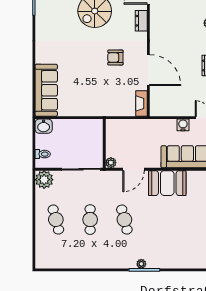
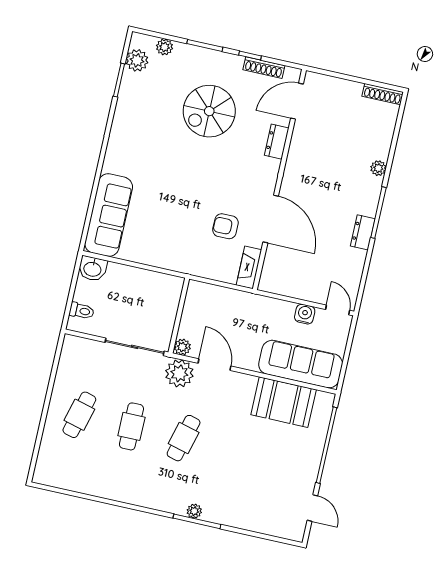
armchair: (115, 57) -> (225, 226), moved
door: (134, 169) -> (214, 365), swing flipped
plant: (44, 180) -> (179, 373), moved
booth: (167, 183) -> (284, 402), moved
cafe table: (56, 220) -> (79, 415), turned 30
cafe table: (124, 220) -> (184, 438), turned 30

